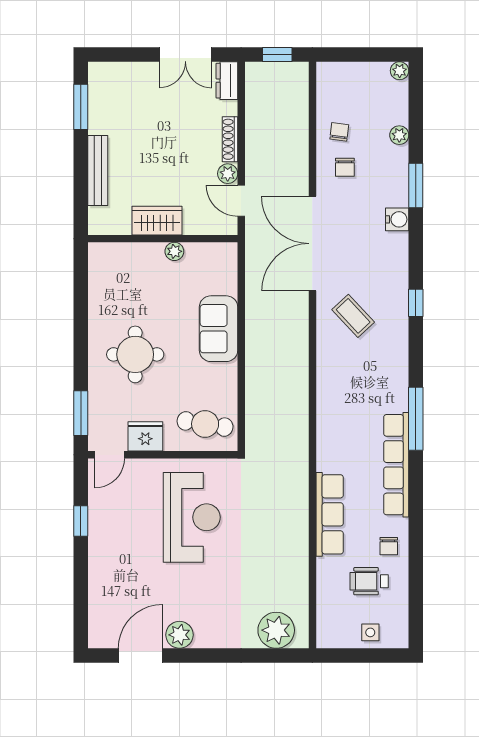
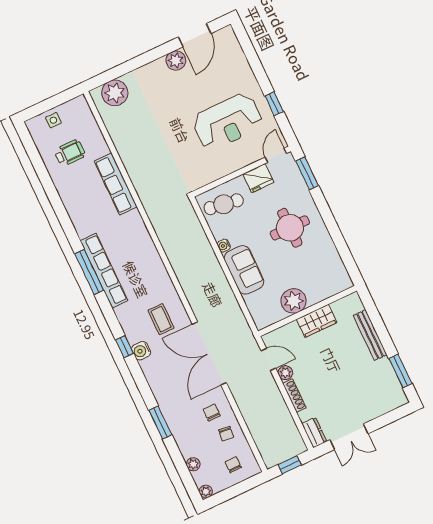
double door: (185, 54) -> (349, 437), swing flipped
plant: (399, 135) -> (193, 464), moved
water cooler: (397, 219) -> (141, 351), moved
double door: (312, 244) -> (209, 353), swing flipped
plant: (174, 251) -> (294, 301), width x1.88, depth x1.88
coffee table: (353, 316) -> (161, 319), turned 43
water cooler: (230, 372) -> (224, 246), added
row of seats: (396, 465) -> (104, 271), moved
reception desk: (192, 517) -> (227, 122), moved, turned -90
chair: (389, 546) -> (233, 465), moved

